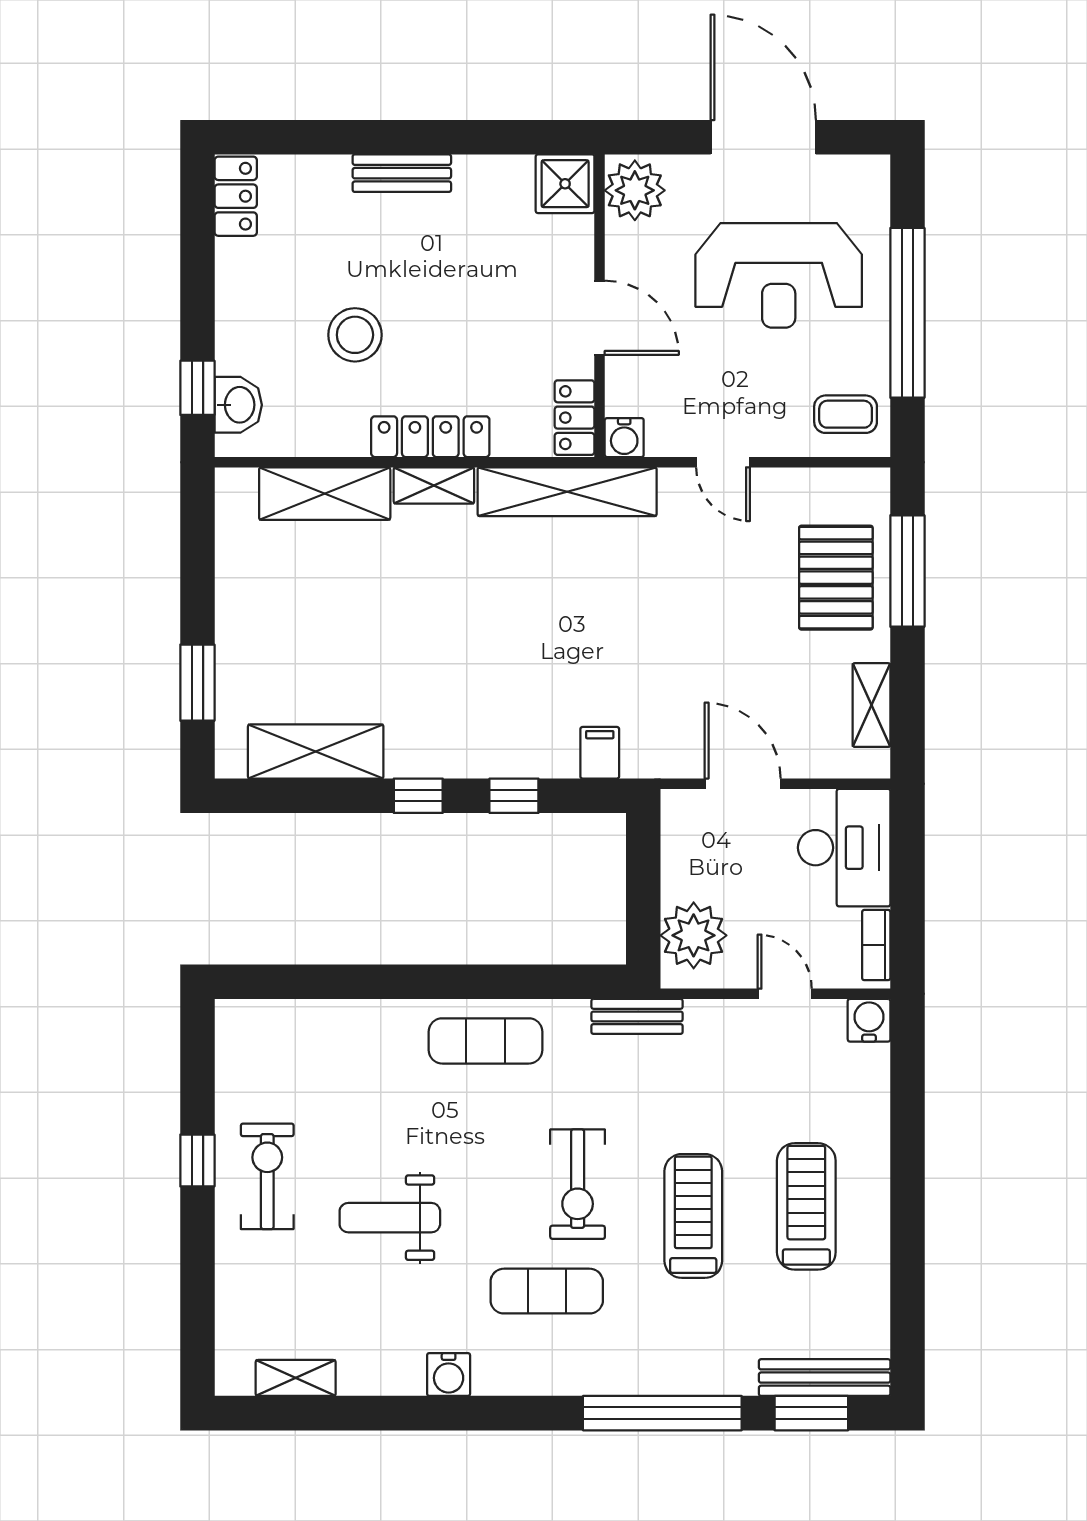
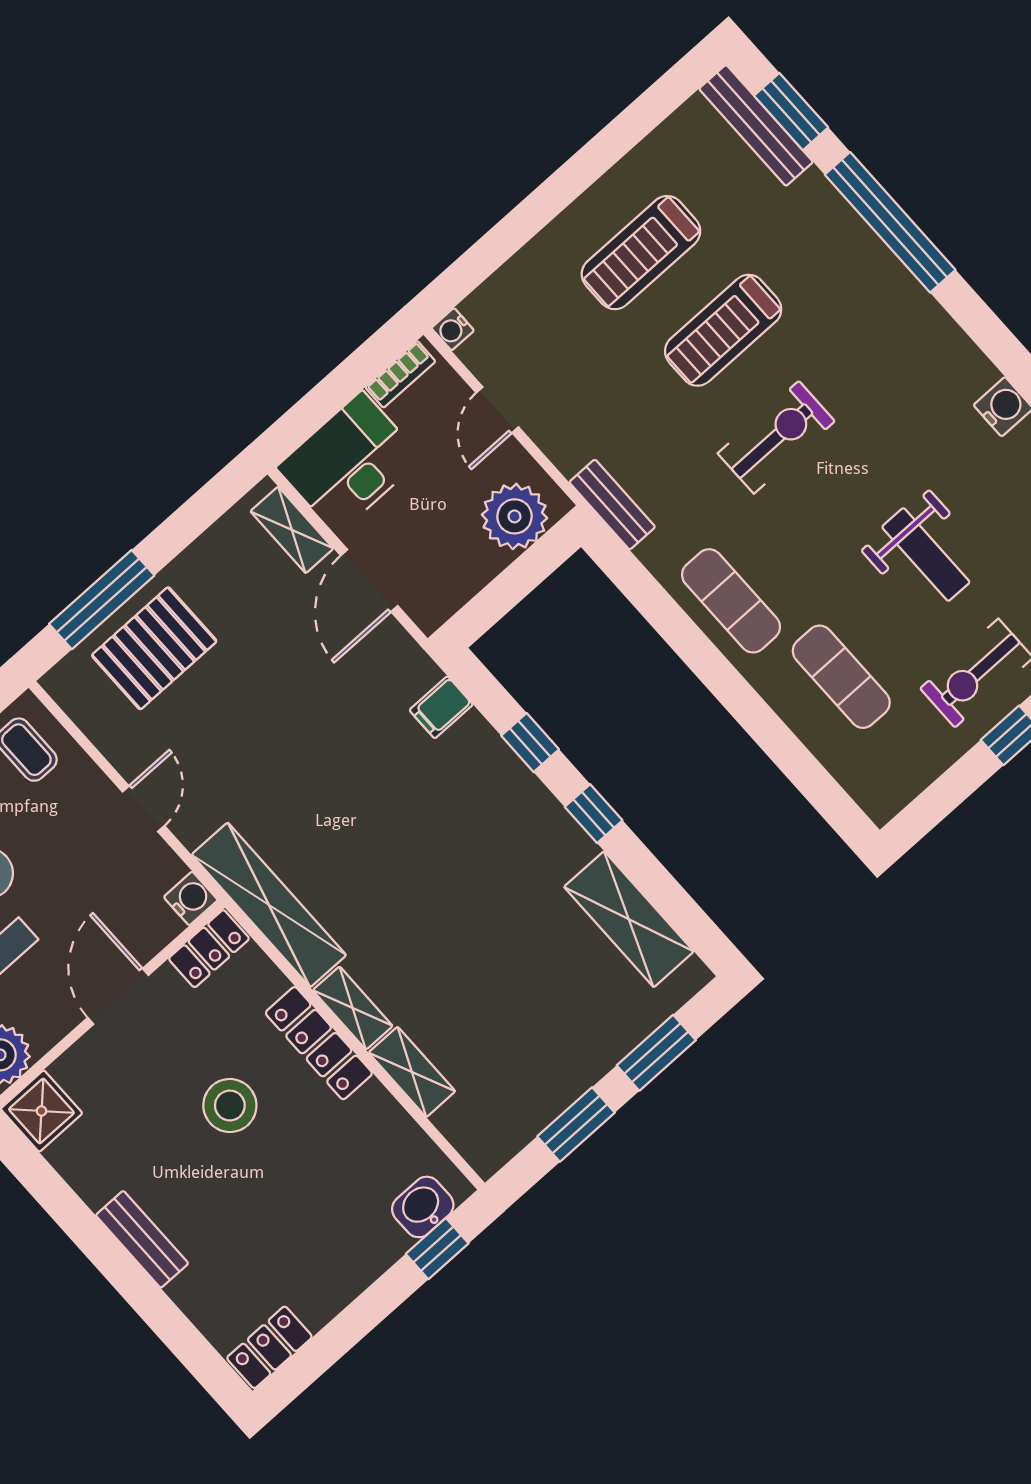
stool: (355, 335) -> (230, 1106), moved
shelving: (325, 494) -> (412, 1072), width x0.67, depth x0.75
window: (197, 575) -> (576, 1124), added
shelving: (871, 705) -> (292, 530), moved, turned 90
water cooler: (869, 1020) -> (453, 329), width x0.72, depth x0.72
exercise mat: (547, 1291) -> (841, 677), moved

